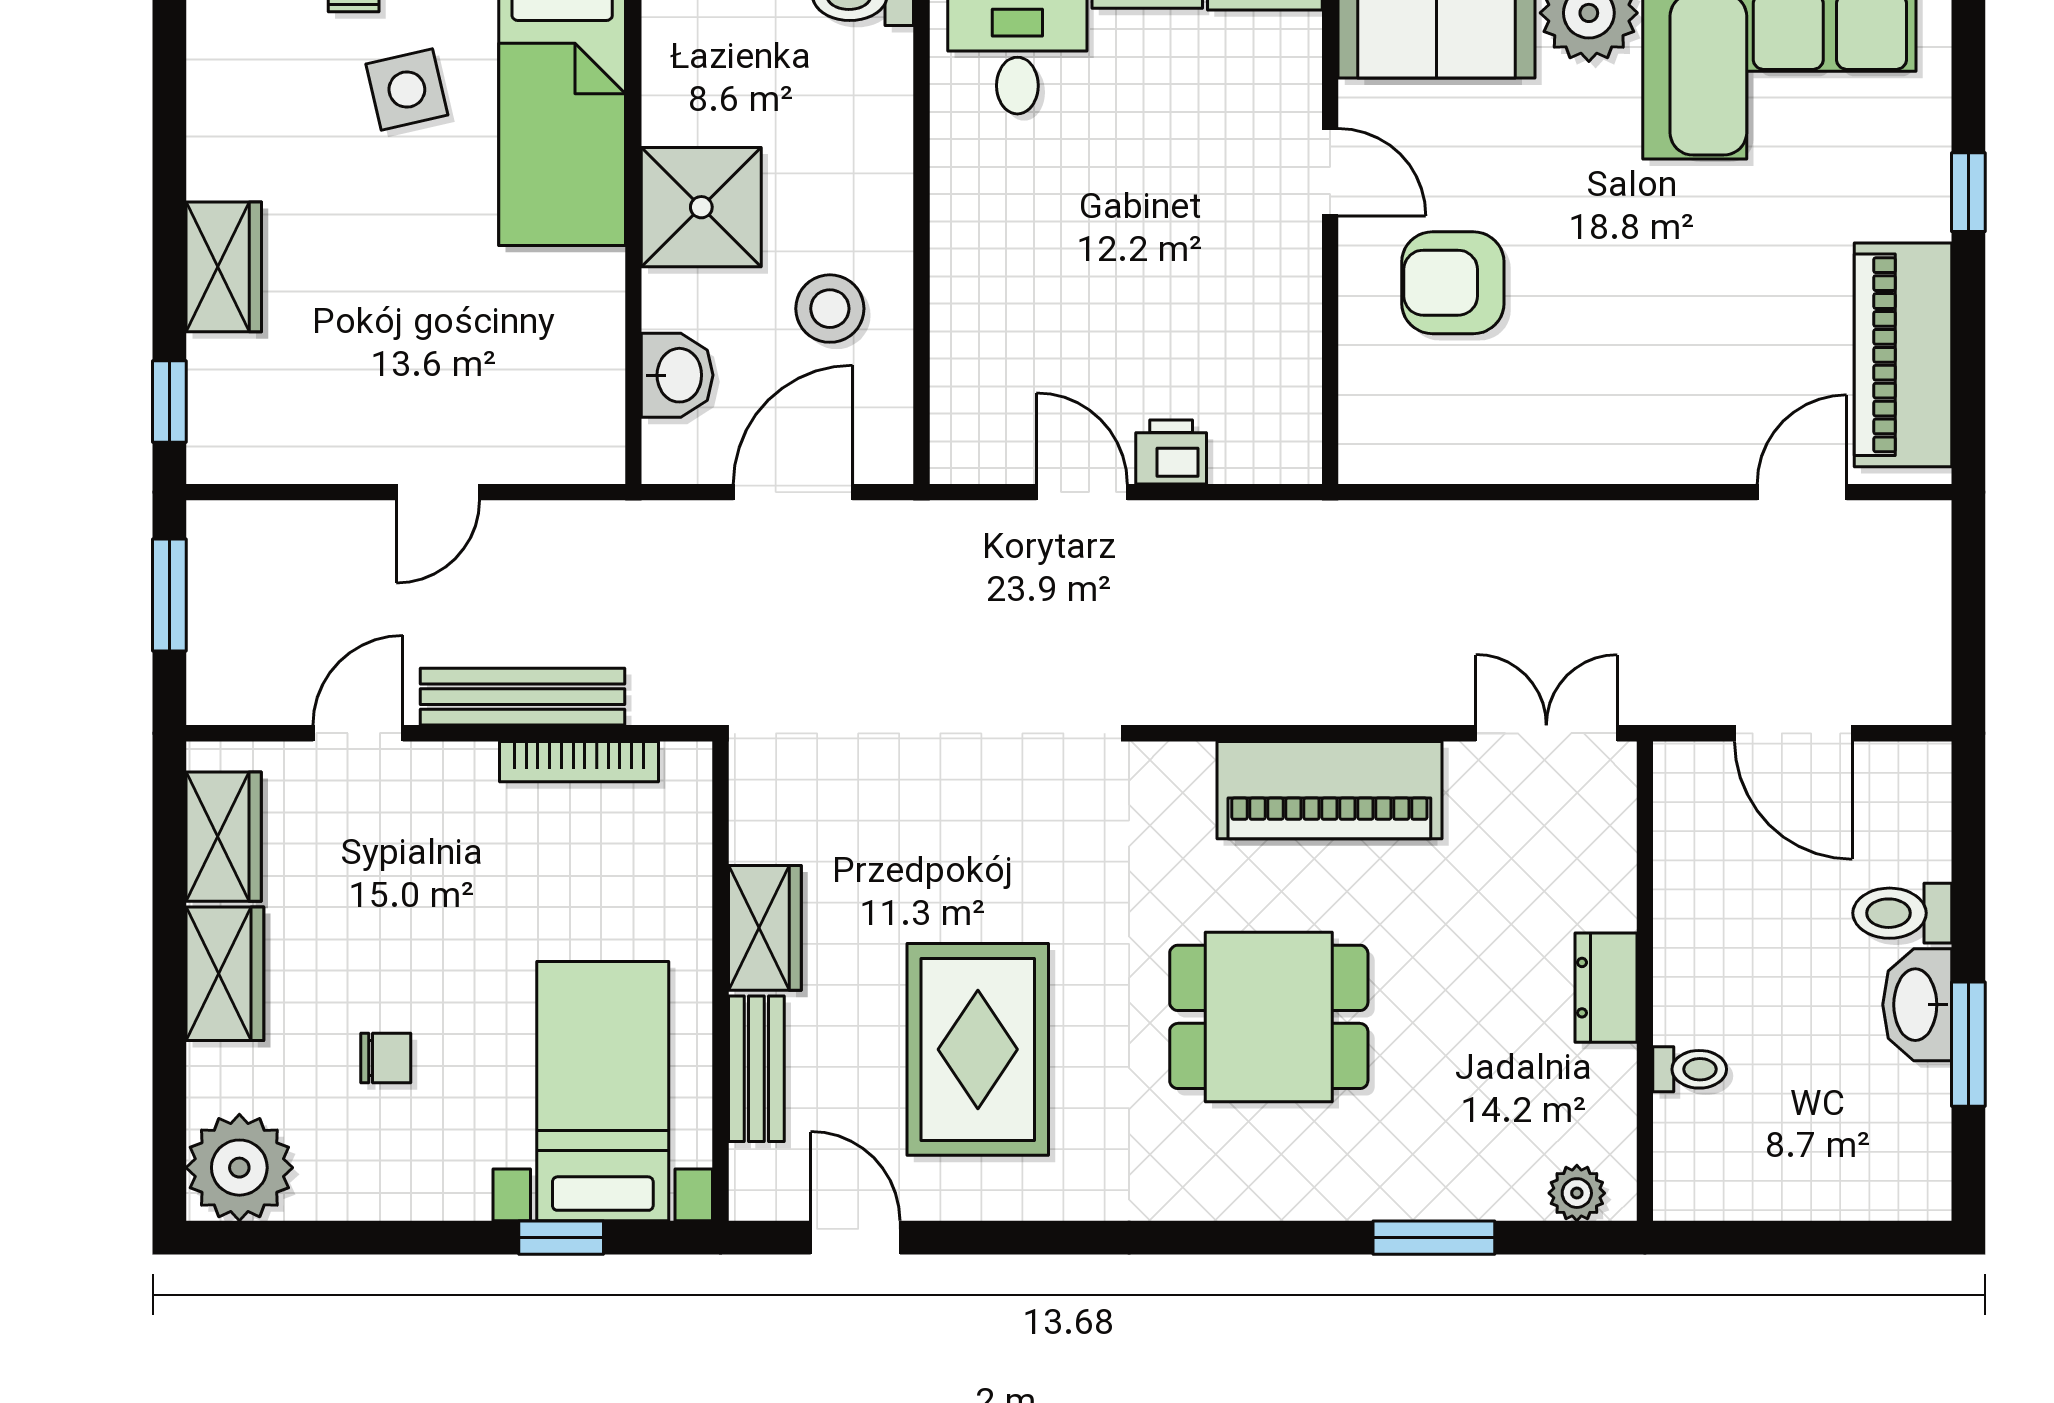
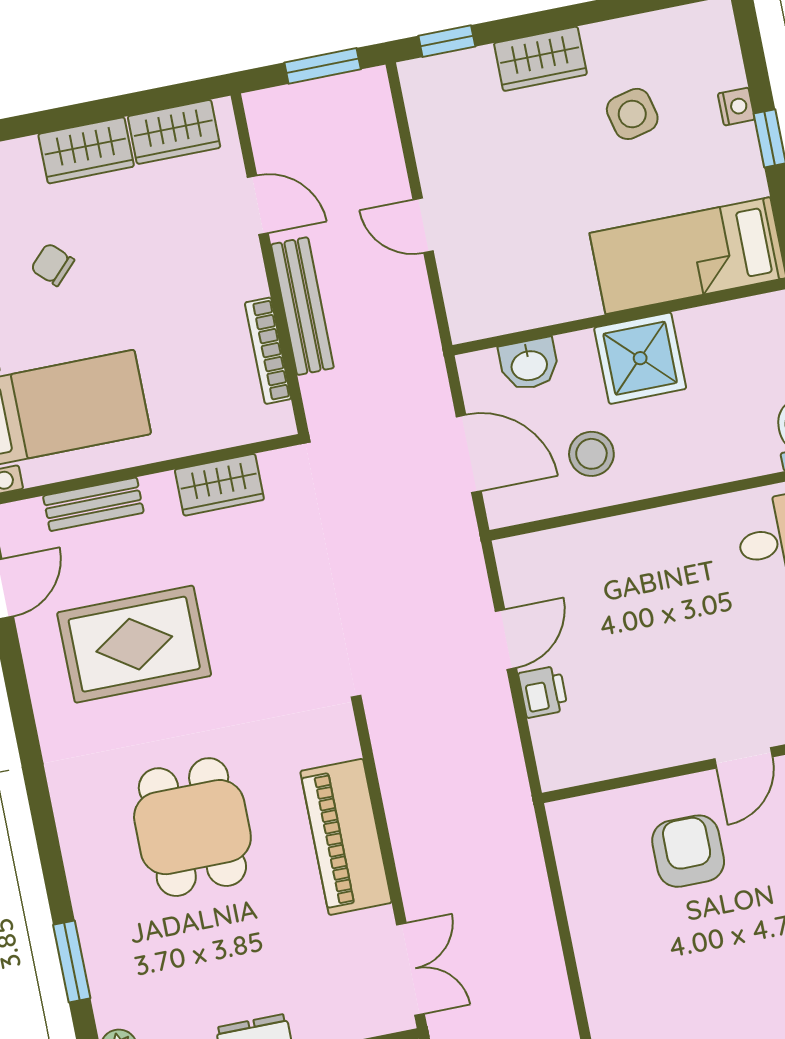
side table: (407, 89) -> (632, 114), moved
wardrobe: (765, 928) -> (219, 485), moved
chair: (386, 1058) -> (53, 265), turned 134

